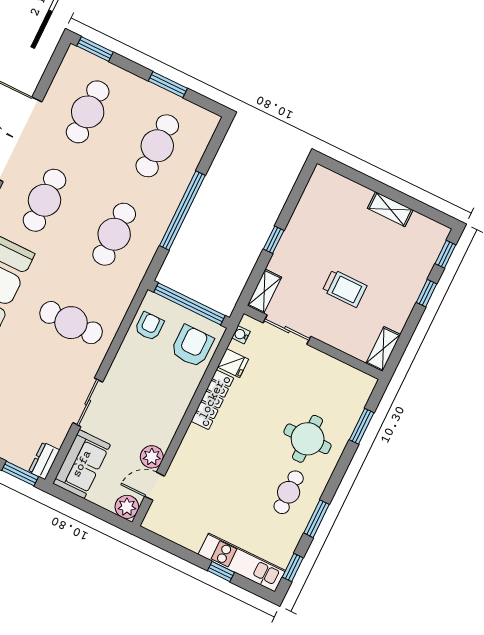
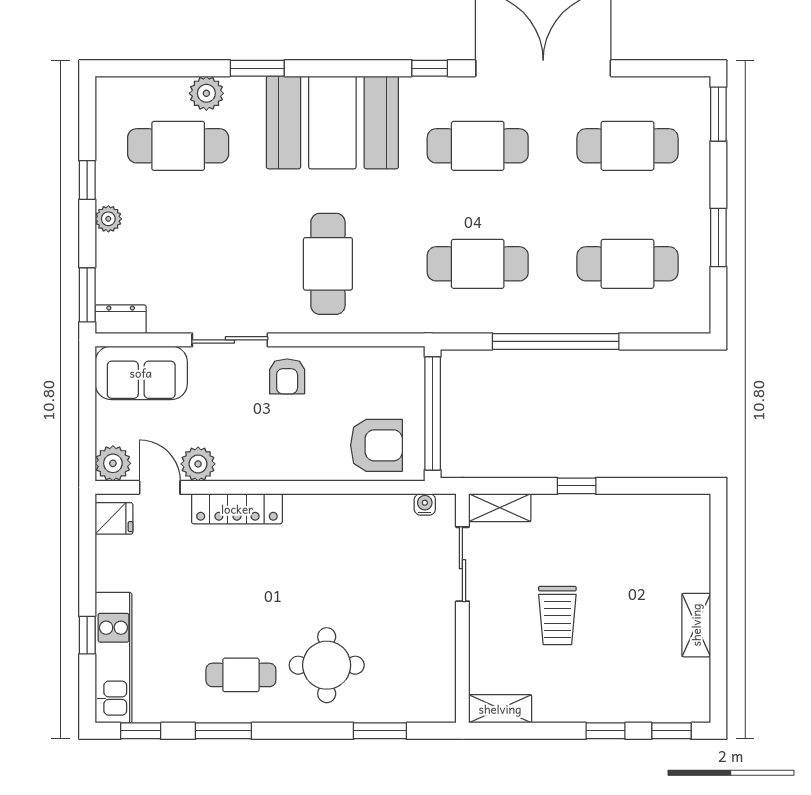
armchair: (149, 326) -> (287, 376), moved, turned 90
fridge: (233, 363) -> (114, 518), moved, turned -90
locker: (212, 400) -> (237, 509), moved

